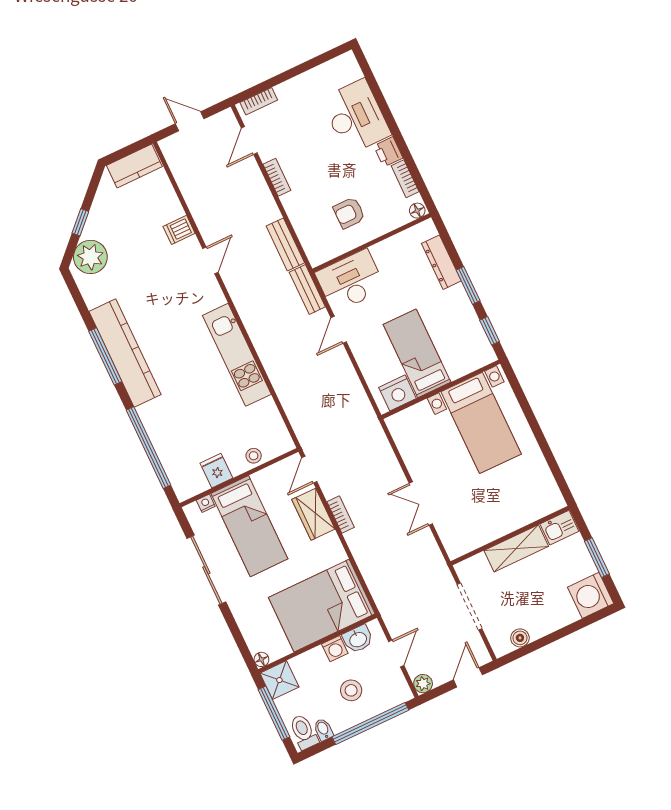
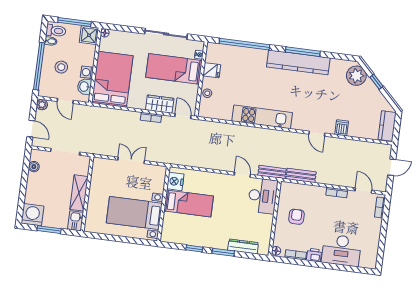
bed: (417, 353) -> (189, 204), moved
wall: (441, 389) -> (163, 204), moved
nightstand: (397, 393) -> (175, 181), moved
bed with nightstands: (481, 423) -> (134, 213), moved

